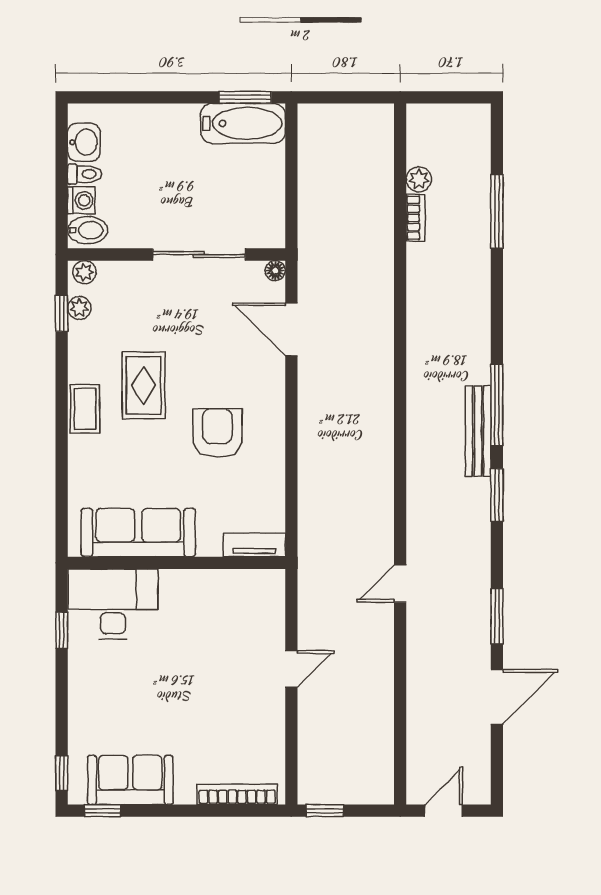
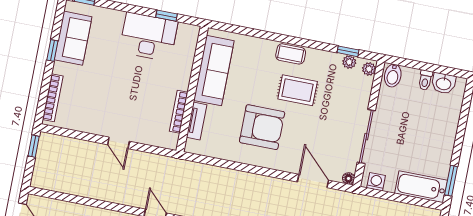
bathtub: (243, 123) -> (421, 187), moved, turned 90
washing machine: (81, 200) -> (376, 182), moved, turned 180
door: (291, 329) -> (313, 181), hinge flipped
armchair: (217, 433) -> (262, 127), width x1.36, depth x1.36
tv unit: (254, 545) -> (197, 121), moved
bookcase: (219, 578) -> (179, 112), added
desk: (113, 604) -> (149, 37), moved, turned -90
window: (103, 811) -> (52, 50), moved

